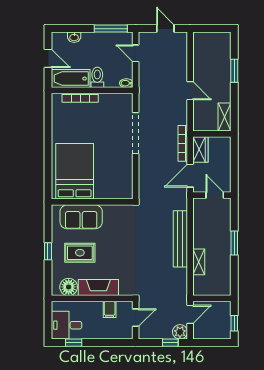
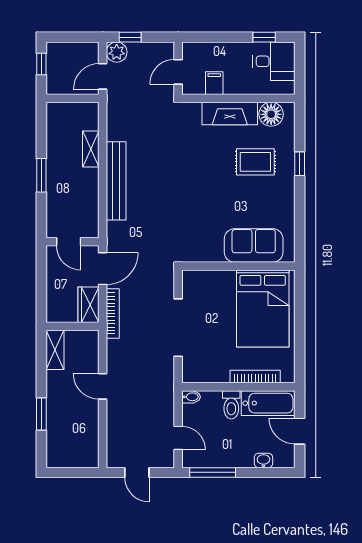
bed: (75, 171) -> (263, 309), moved
wall: (92, 202) -> (238, 266), moved
sofa: (81, 217) -> (254, 245), moved

